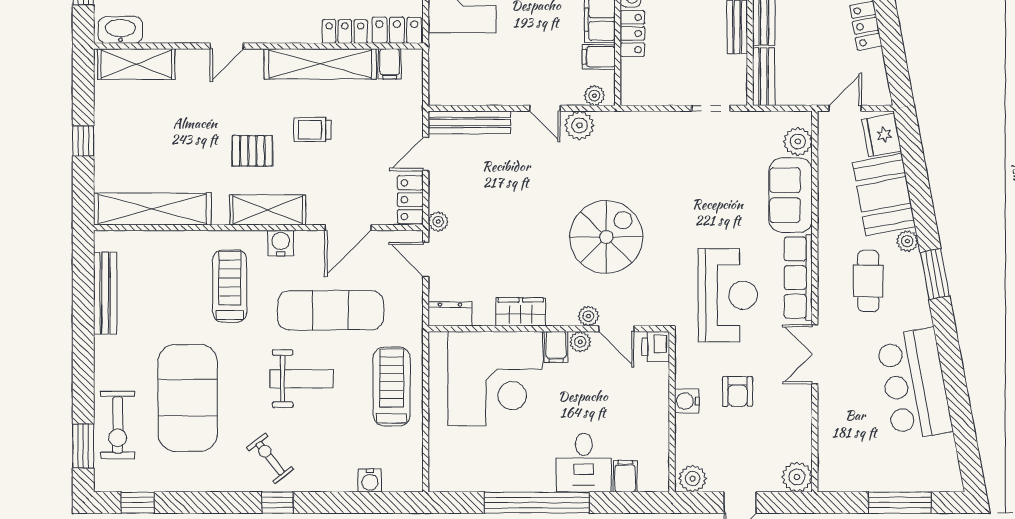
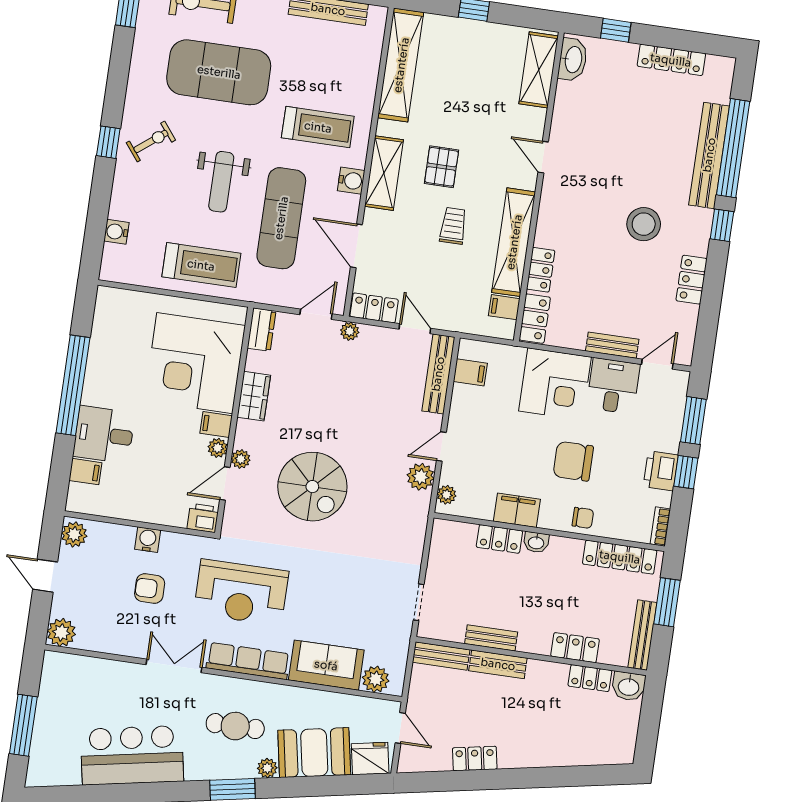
filing cabinet: (599, 57) -> (470, 372), moved, turned 90

